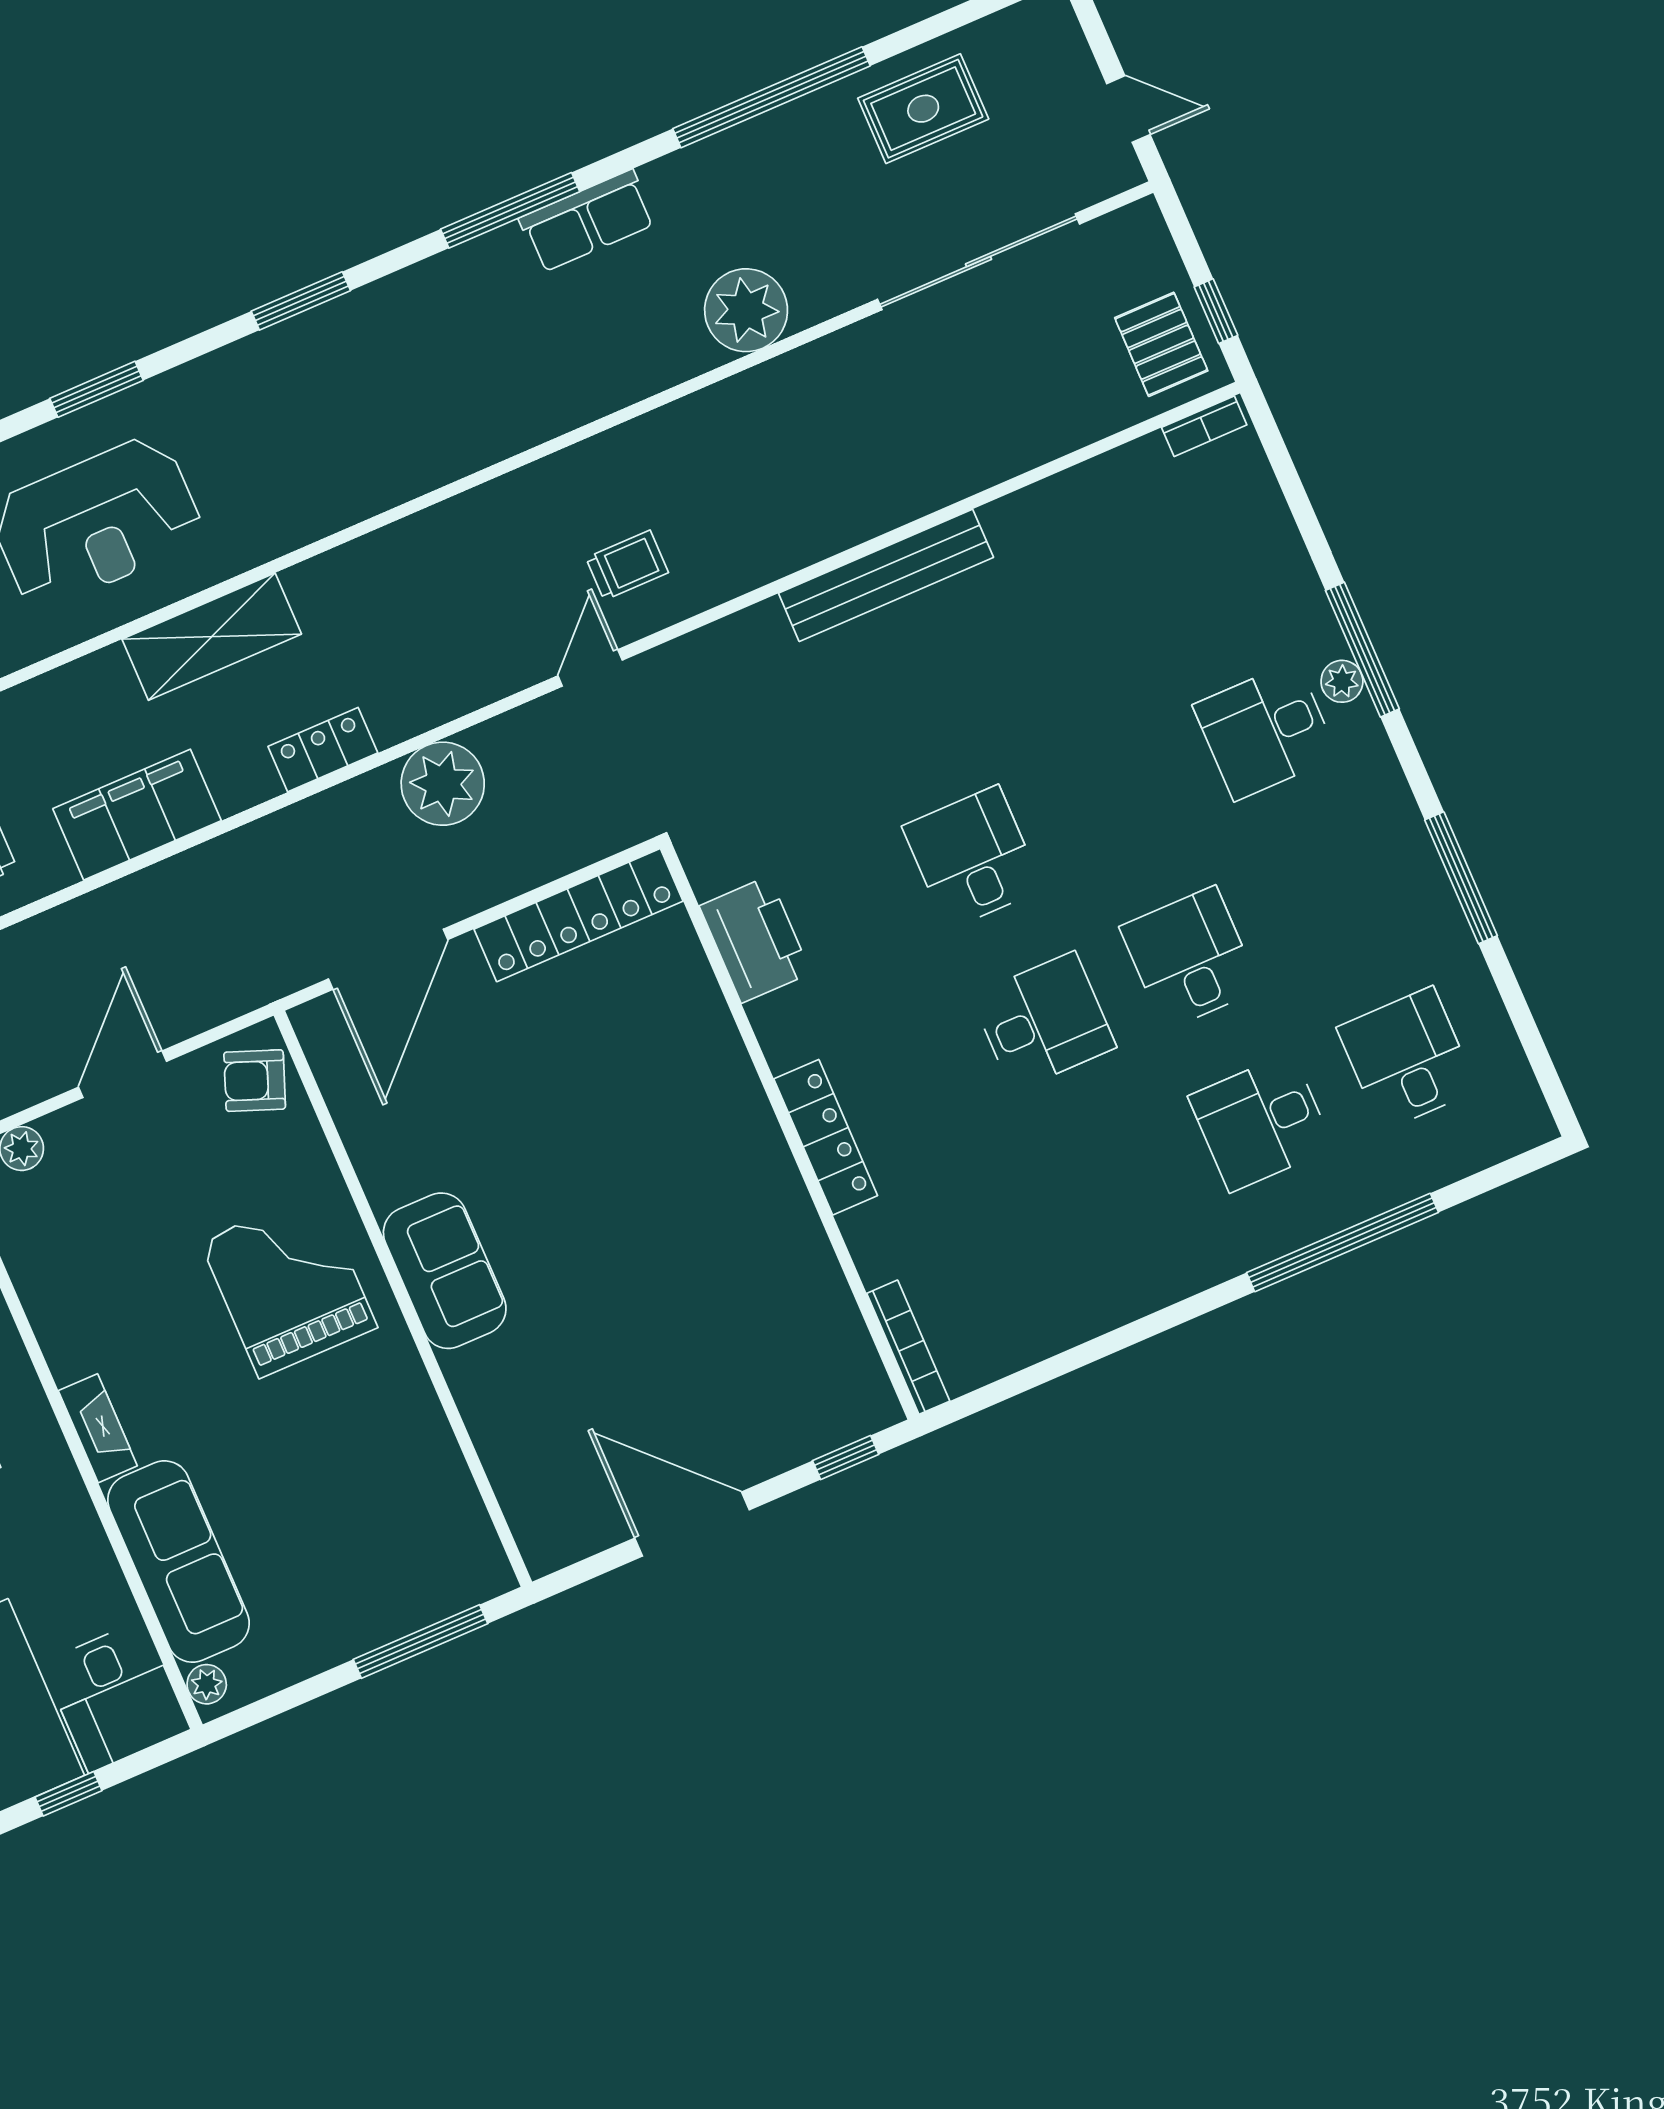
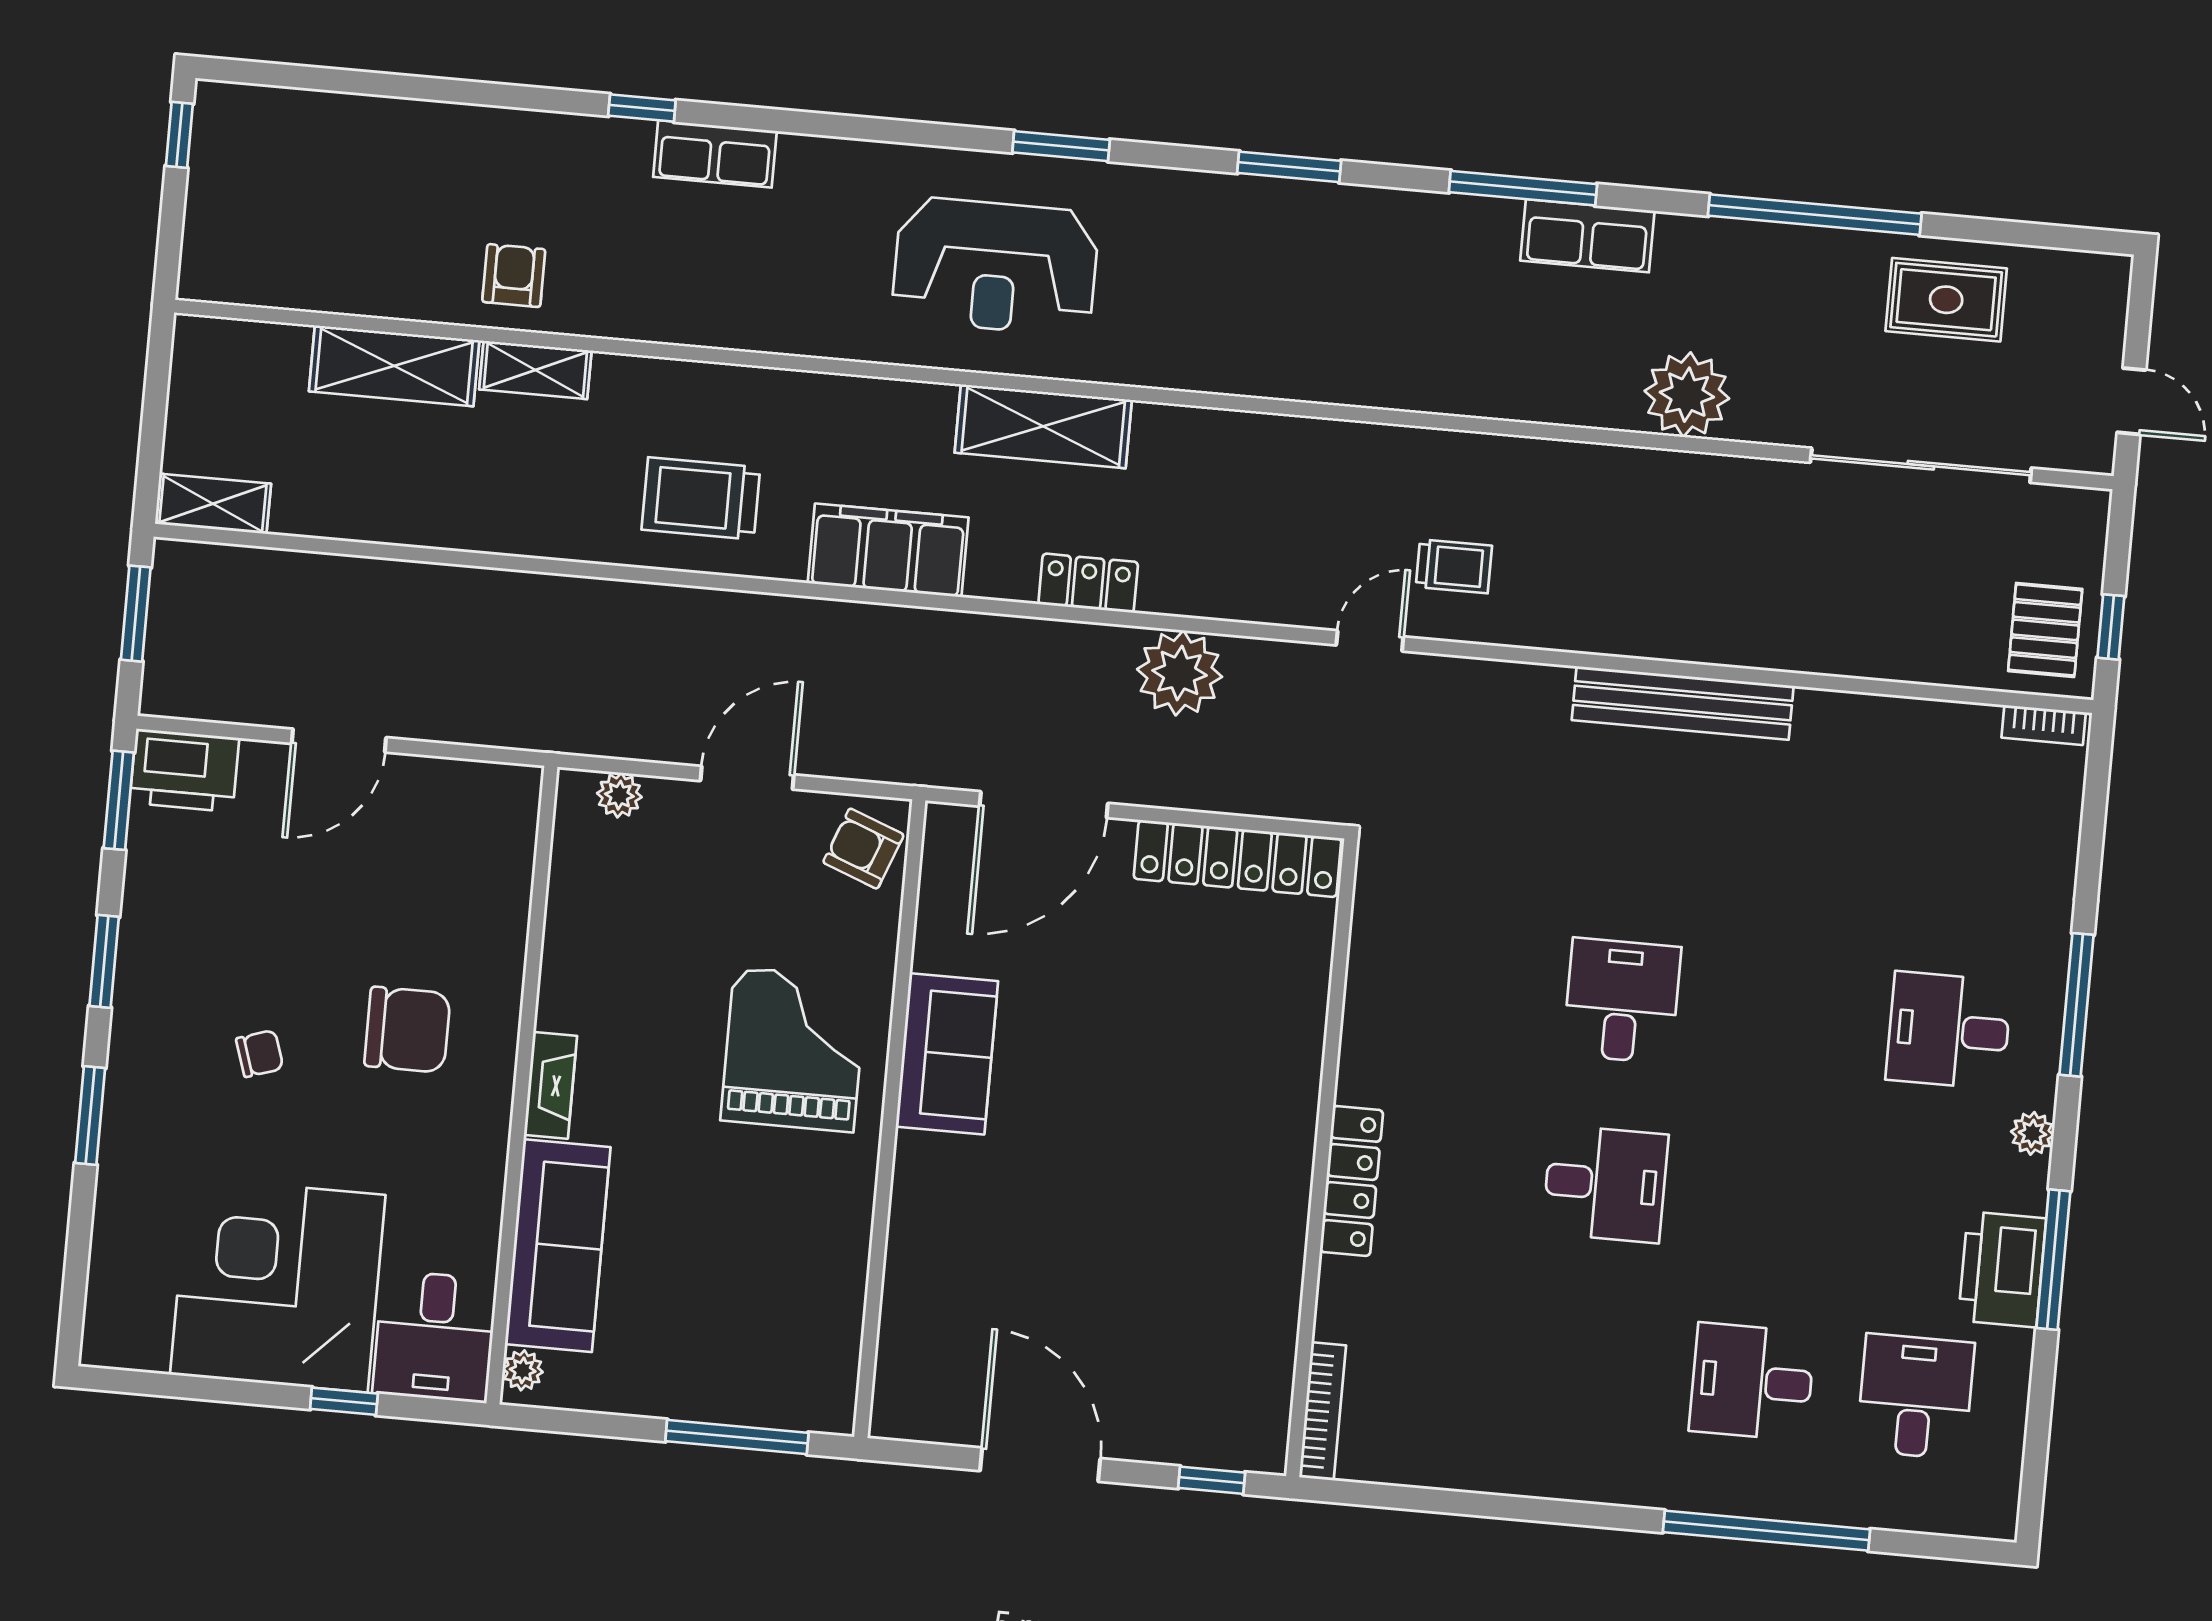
plant: (1342, 681) -> (2032, 1133), moved
printer: (755, 940) -> (2002, 1269), moved, turned 180
desk: (1190, 958) -> (1769, 1199), removed
sofa: (445, 1271) -> (947, 1054), moved

